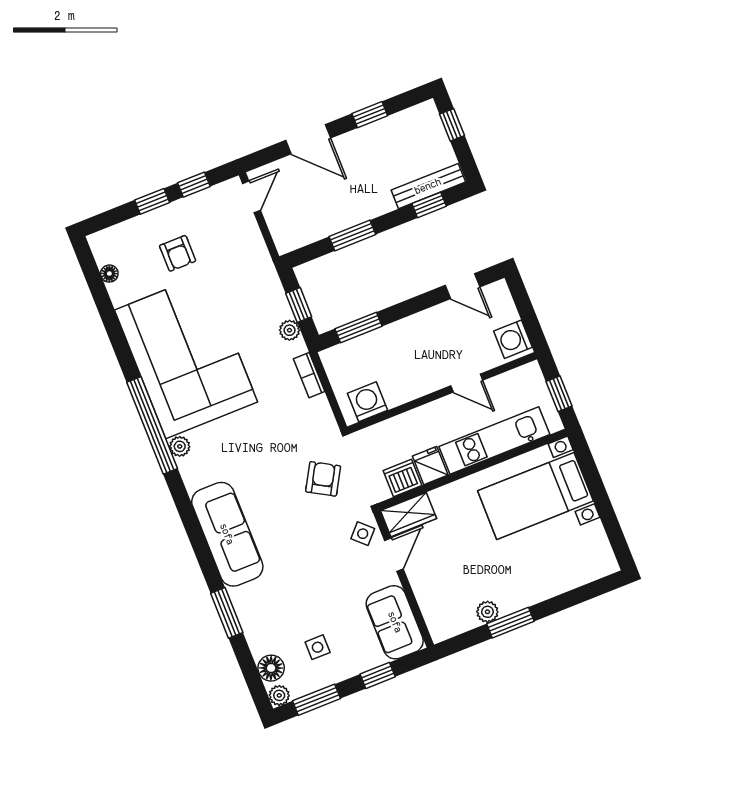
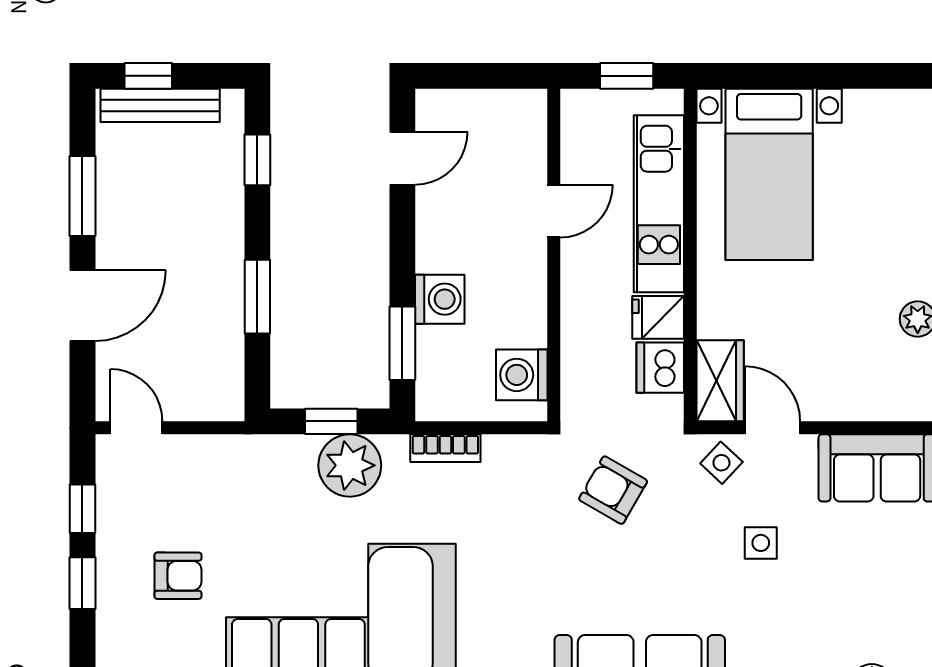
window: (370, 115) -> (82, 196), width x1.50
bench: (428, 186) -> (160, 105), moved, turned 90
plant: (290, 330) -> (350, 465), width x1.88, depth x1.88
washing machine: (513, 339) -> (440, 299), moved, turned -90
side table: (318, 647) -> (761, 543), moved

